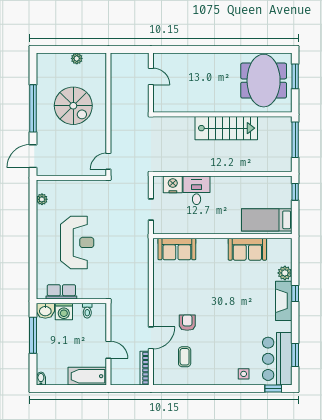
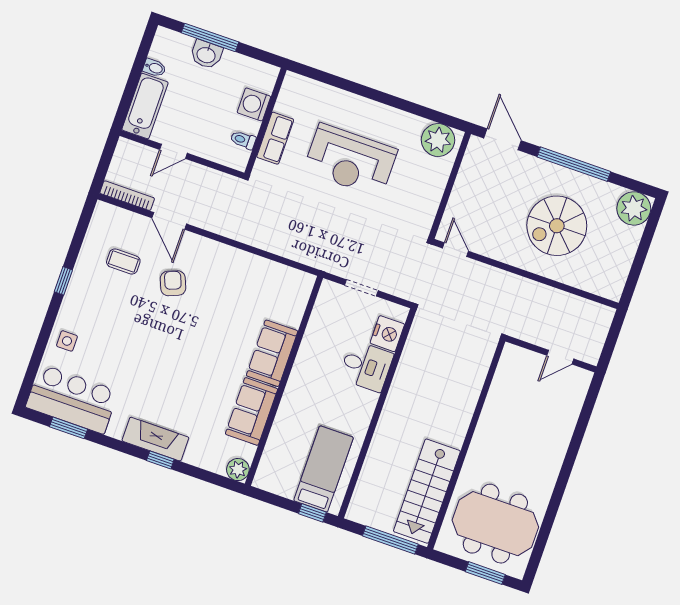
plant: (77, 58) -> (634, 208), moved, width x1.88, depth x1.88
stairs: (226, 128) -> (427, 491), moved
plant: (42, 199) -> (438, 140), width x1.87, depth x1.87
bed: (267, 220) -> (324, 469), moved
sofa: (177, 249) -> (272, 353), moved
plant: (285, 273) -> (238, 470), moved
row of seats: (61, 292) -> (275, 138), moved
washbasin: (45, 311) -> (206, 54), moved, turned -90
armchair: (187, 323) -> (173, 283), turned -112
window: (33, 335) -> (210, 37), moved
bidet: (41, 378) -> (154, 68), moved
window: (273, 388) -> (63, 281), moved

